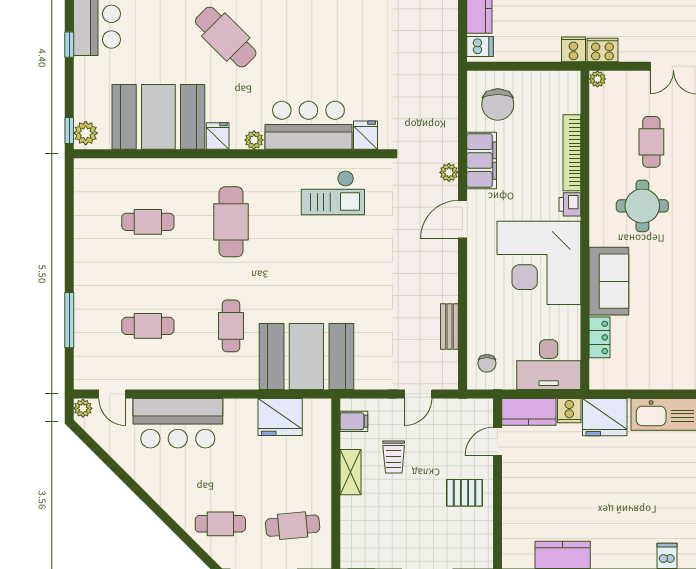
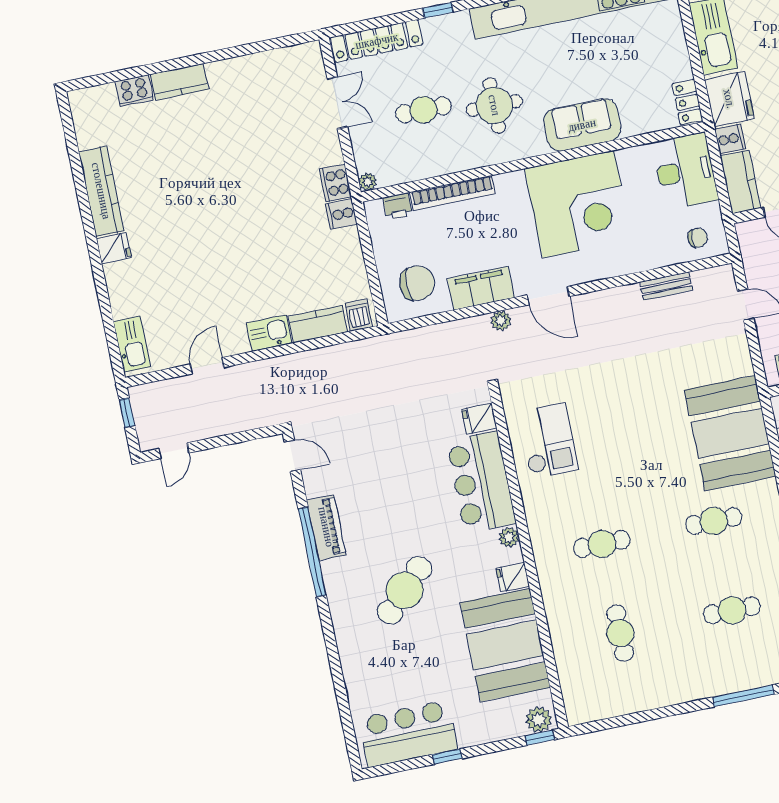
printer: (570, 204) -> (397, 207), moved
cafe table: (231, 222) -> (602, 544), width x0.73, depth x0.74
cafe table: (148, 326) -> (732, 610), turned 90
locker: (600, 337) -> (688, 102), moved, turned -90

